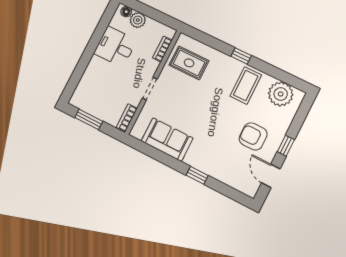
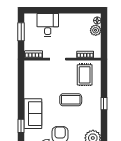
desk: (115, 47) -> (48, 25), moved
coffee table: (246, 86) -> (71, 100), moved
sofa: (167, 140) -> (33, 114), moved
window: (197, 175) -> (21, 126), moved

